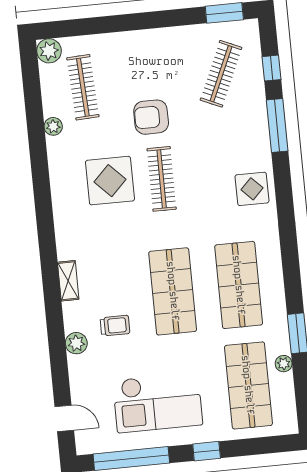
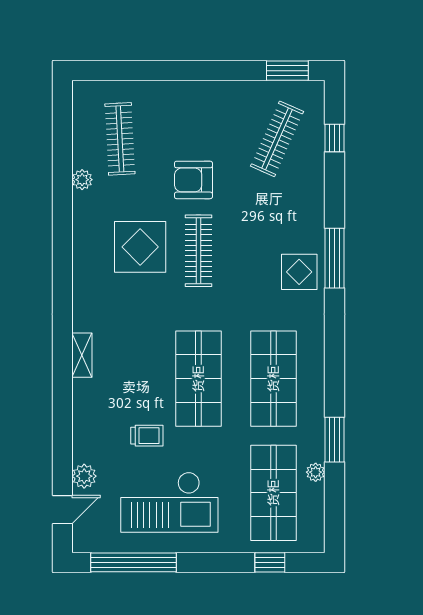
plant: (49, 51) -> (86, 94), removed
window: (277, 126) -> (334, 258), moved
trolley: (115, 326) -> (147, 436), moved
plant: (76, 343) -> (84, 476), moved
door: (64, 418) -> (62, 510), hinge flipped
window: (207, 451) -> (270, 562), moved

